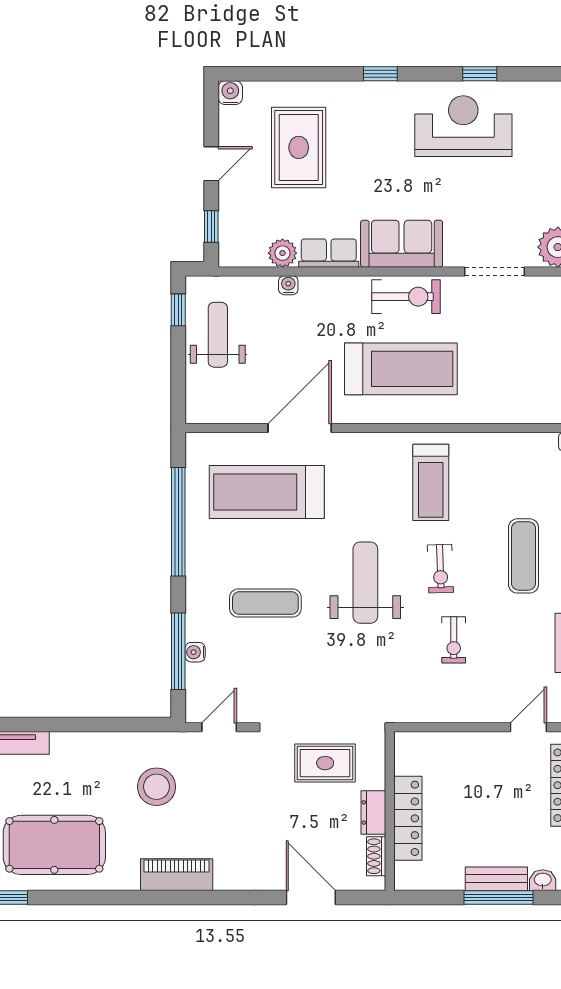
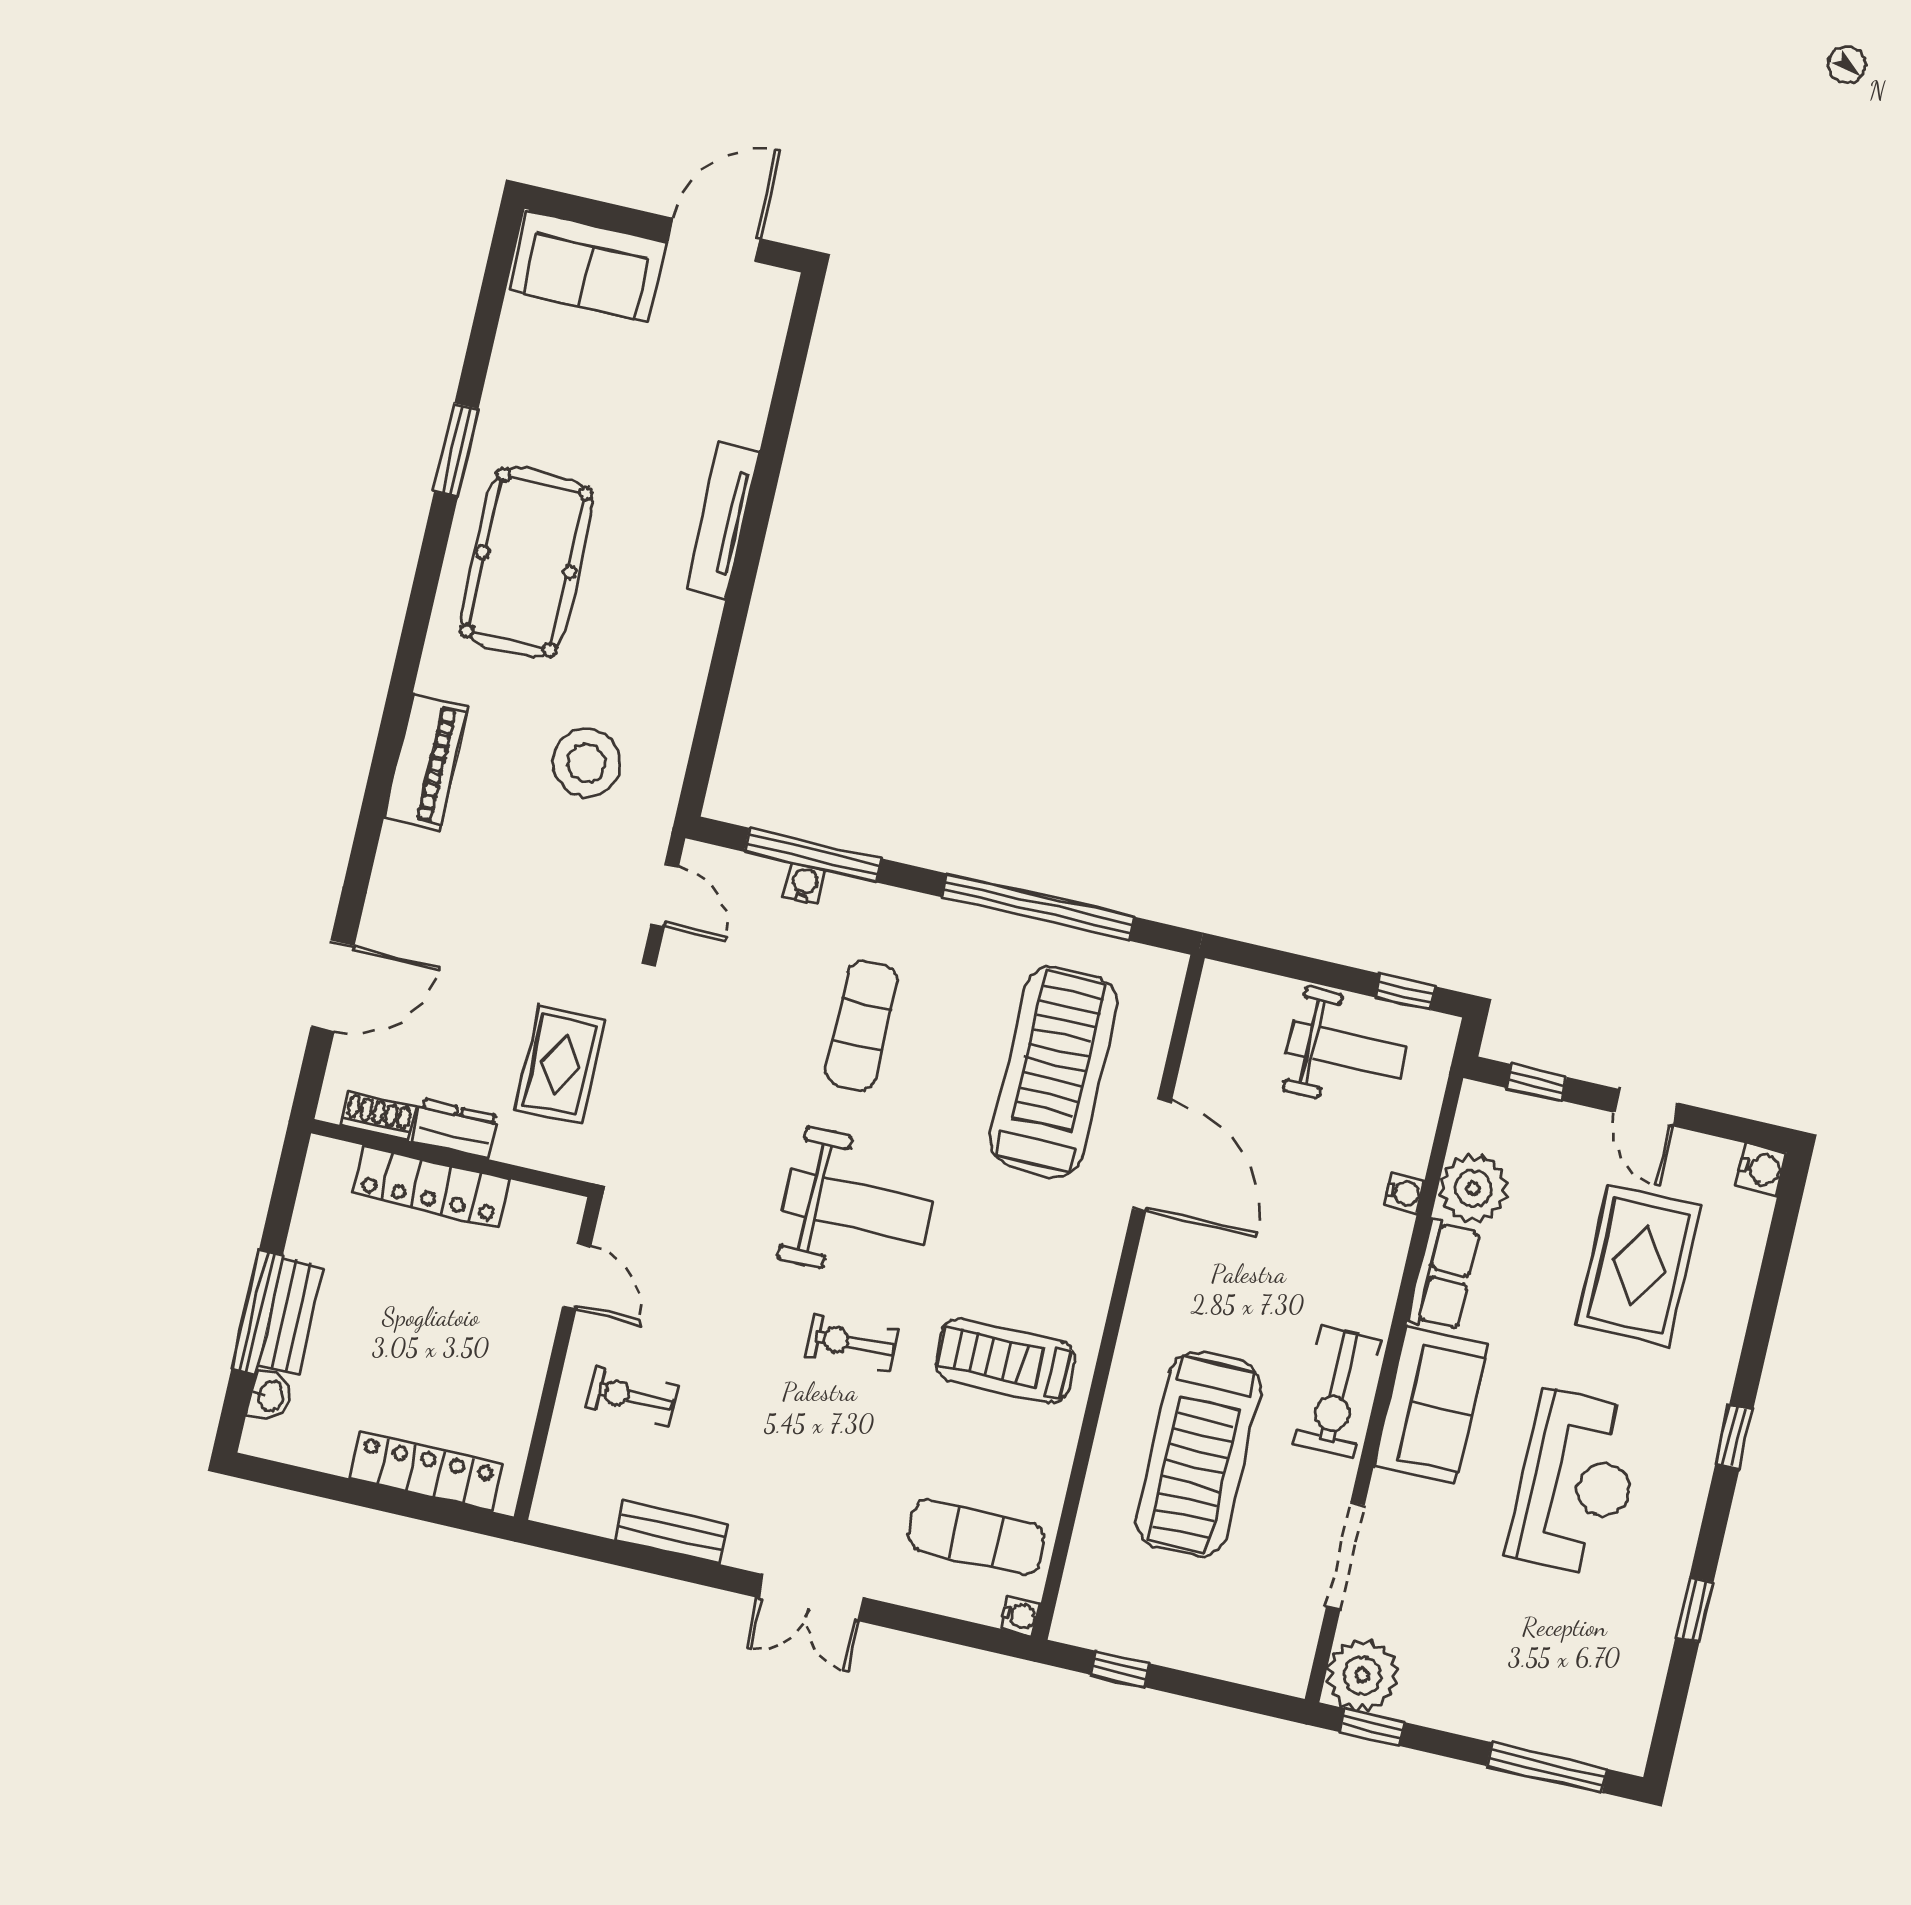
reception desk: (463, 126) -> (1576, 1483), moved
rug: (299, 147) -> (1639, 1266), turned 90
plant: (282, 253) -> (1473, 1188), width x1.36, depth x1.36
treadmill: (401, 369) -> (1198, 1454), moved
exercise mat: (523, 556) -> (976, 1537), moved
exercise bike: (454, 640) -> (631, 1396), moved
door: (528, 727) -> (577, 1277), moved

